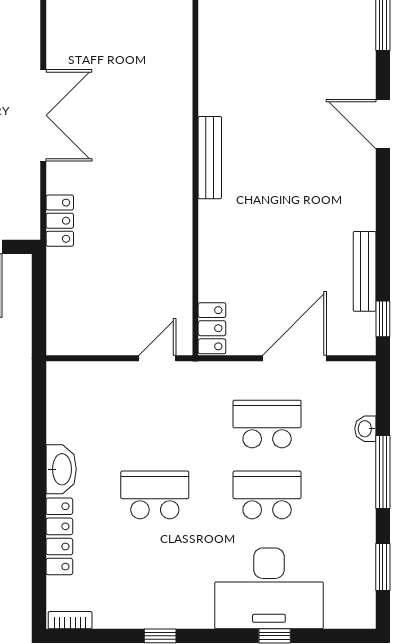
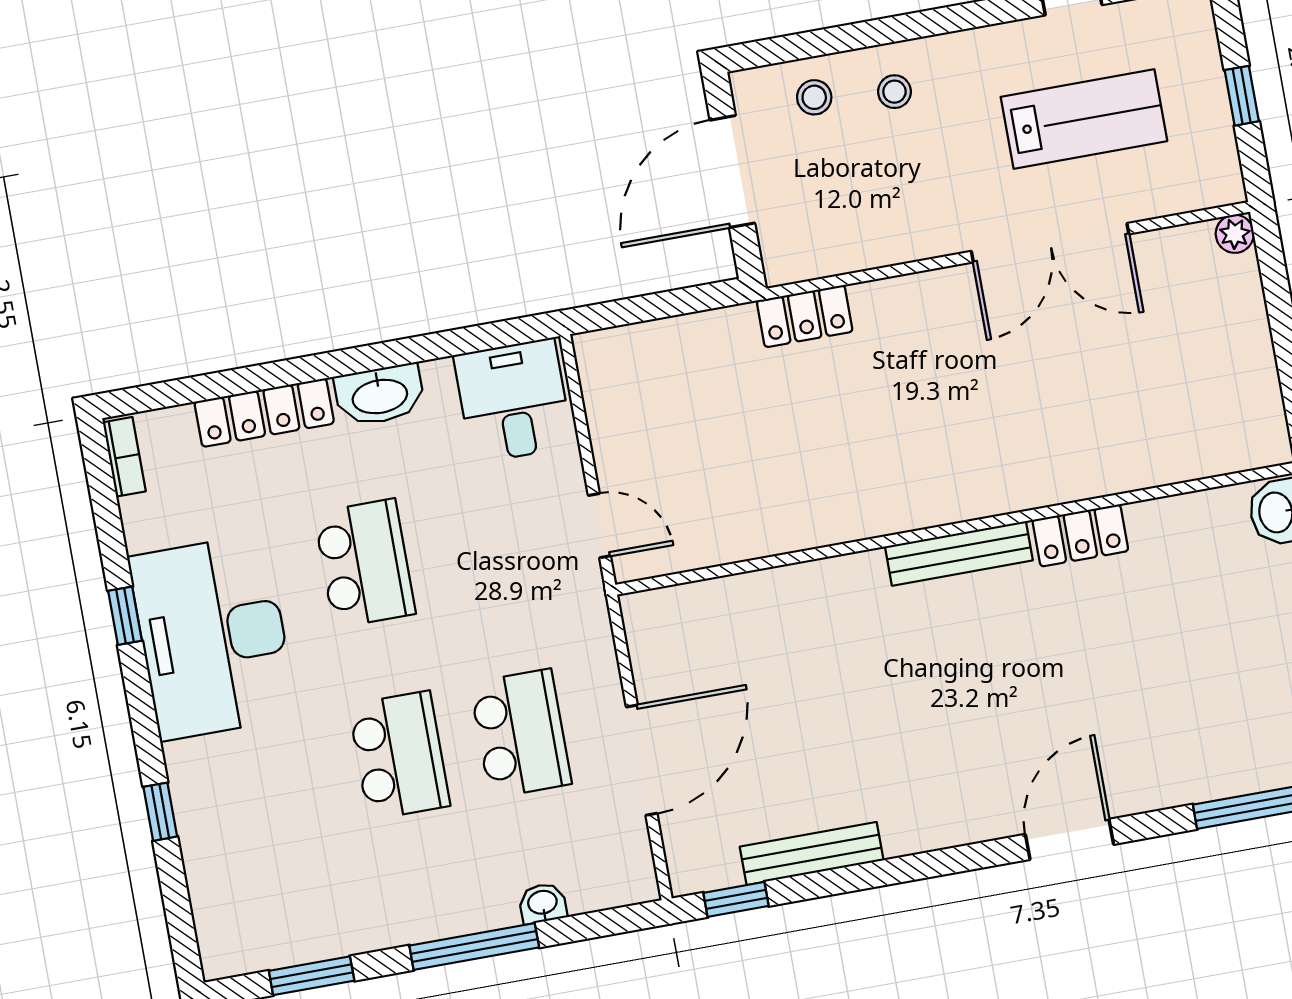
double door: (43, 115) -> (1050, 243), moved
locker: (212, 328) -> (1080, 535), moved
door: (294, 358) -> (642, 760), hinge flipped
desk: (78, 394) -> (513, 401), added
desk: (269, 588) -> (213, 637), moved

